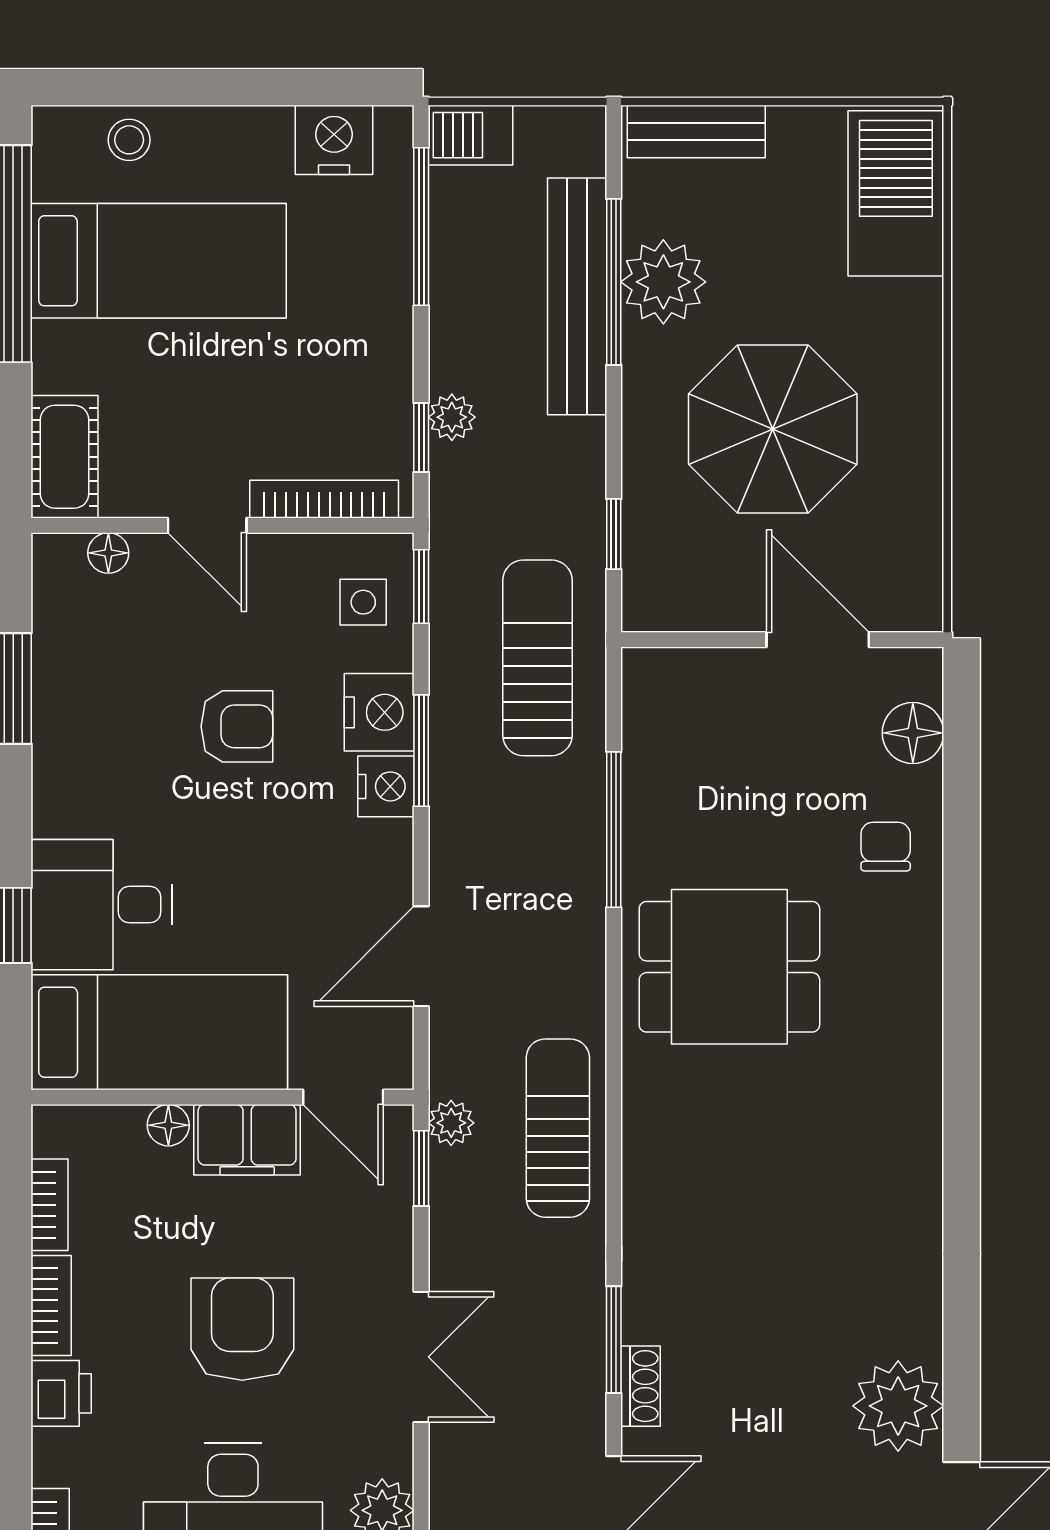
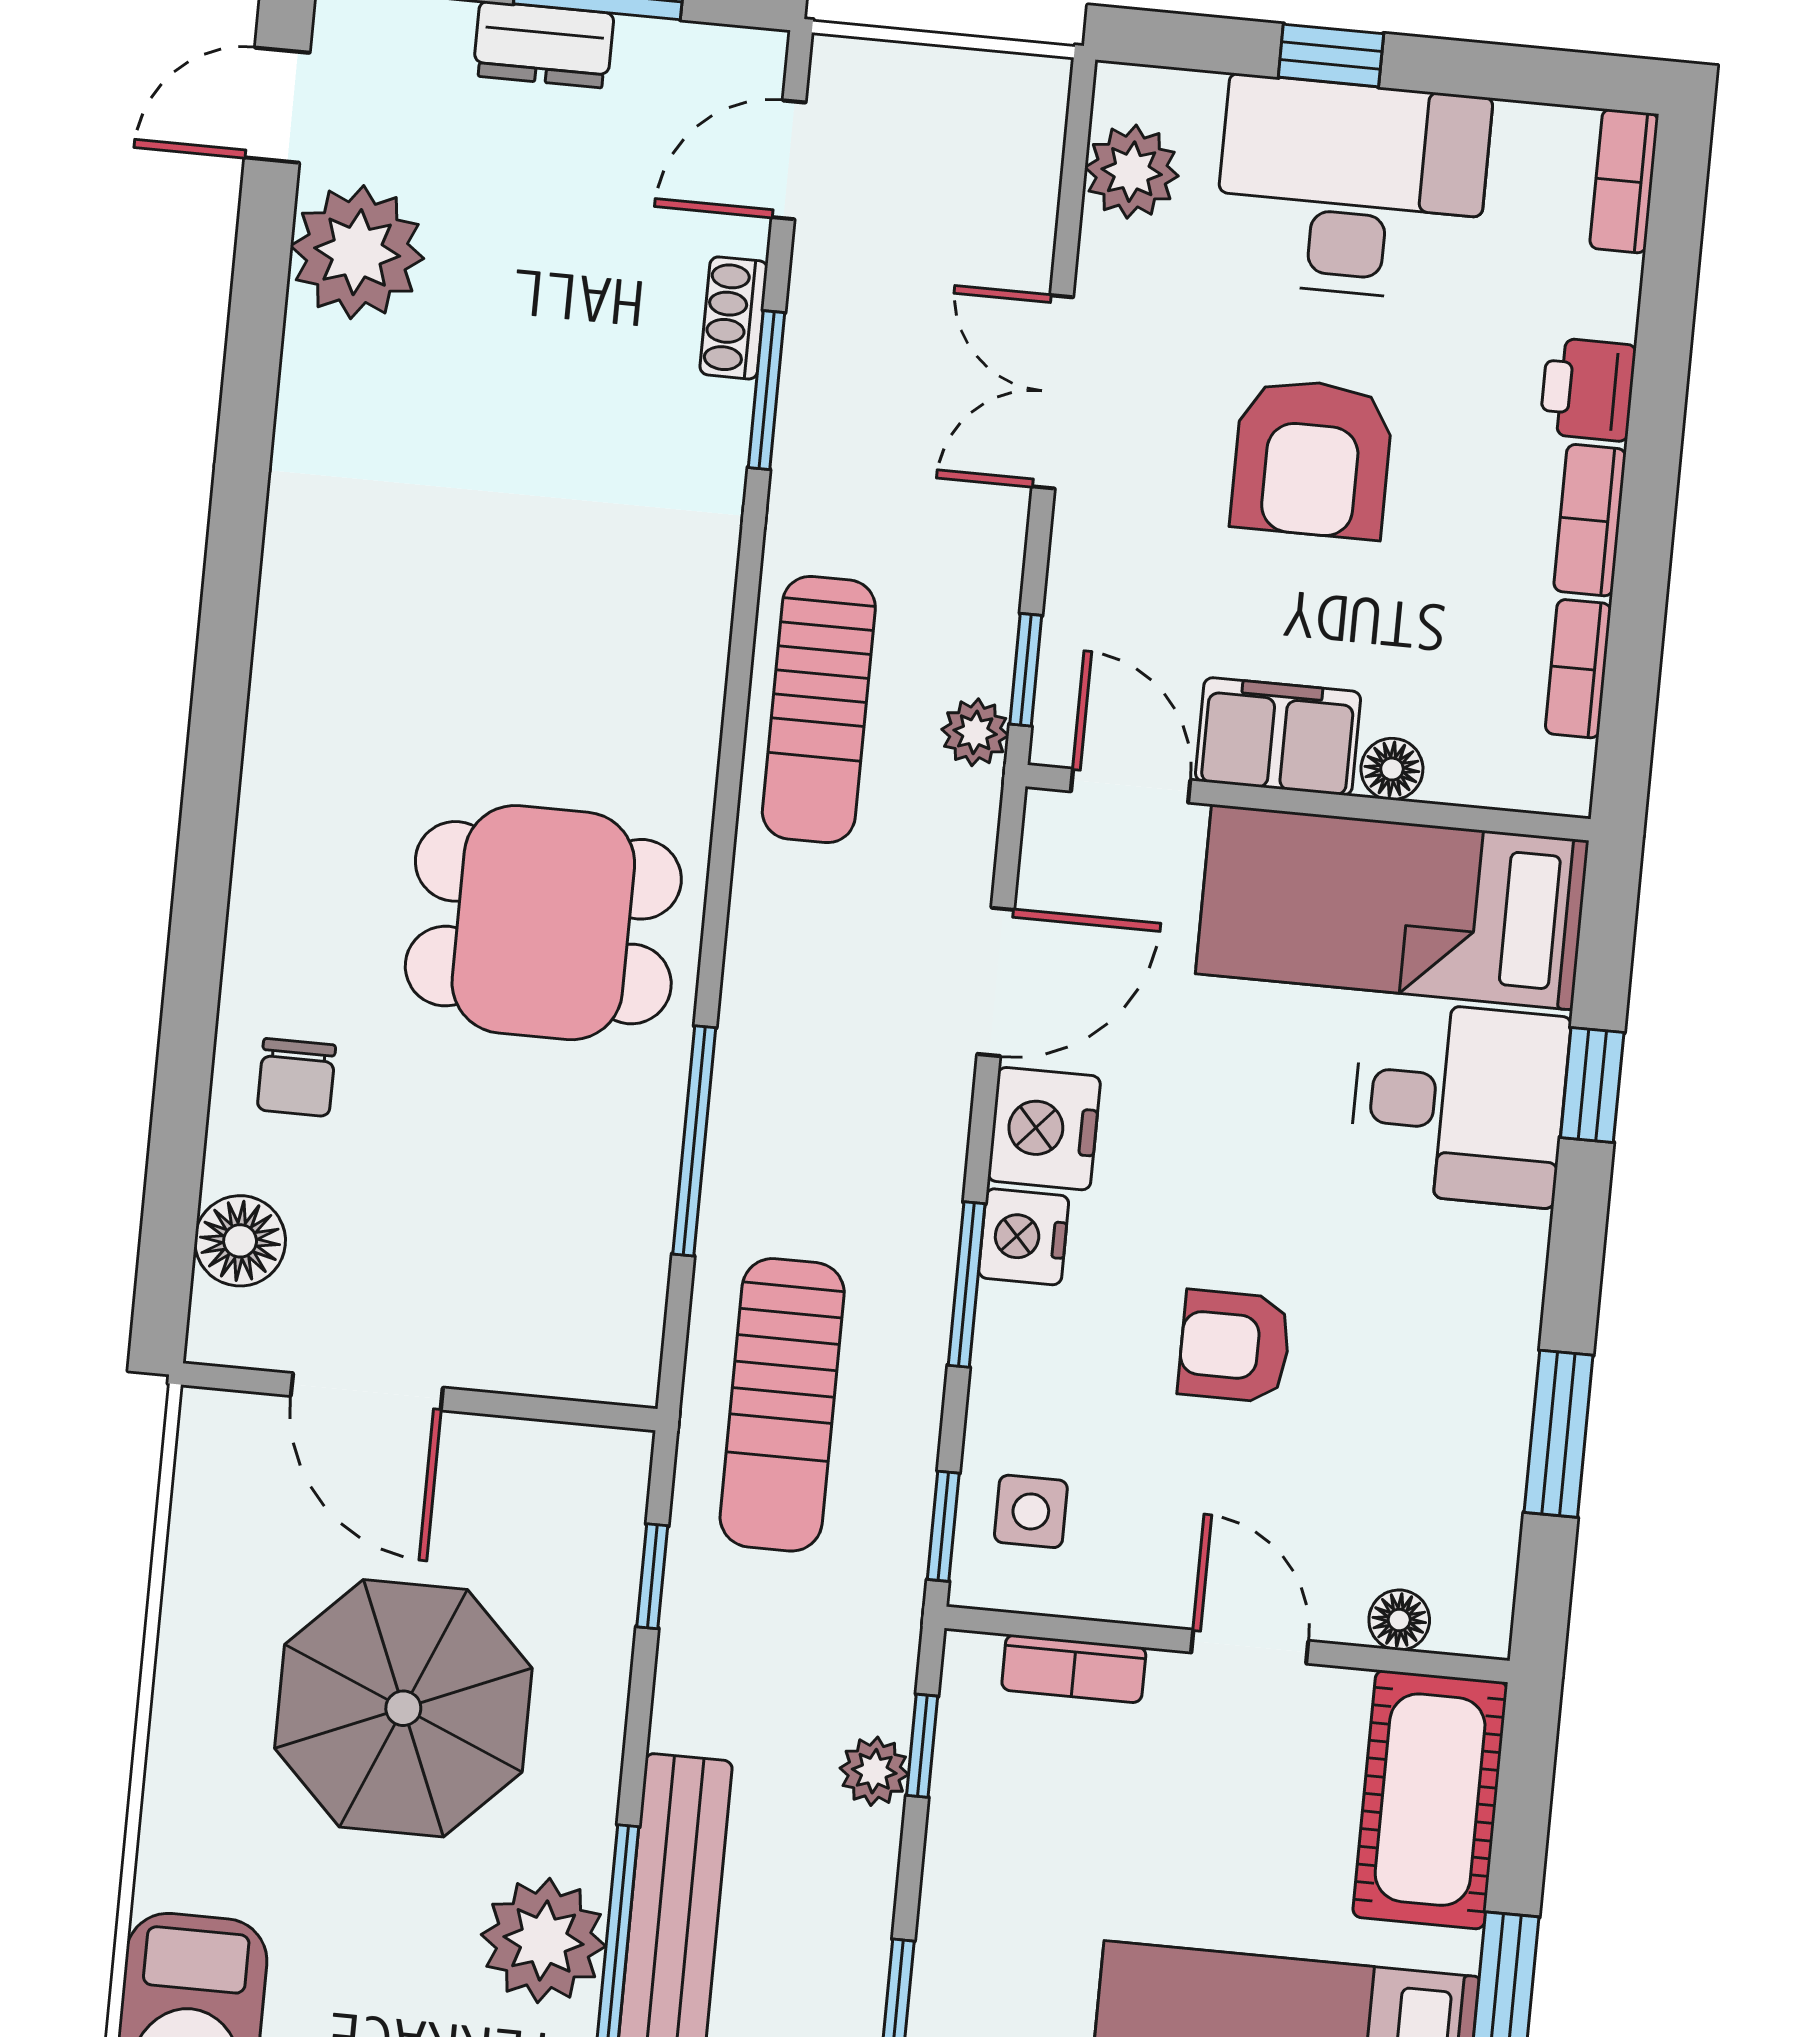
cot: (65, 457) -> (1430, 1800), width x1.37, depth x1.34
bookcase: (324, 499) -> (1074, 1669), width x0.64
nightstand: (379, 712) -> (1044, 1129), moved

